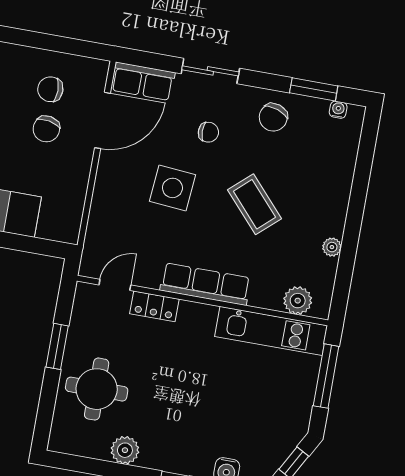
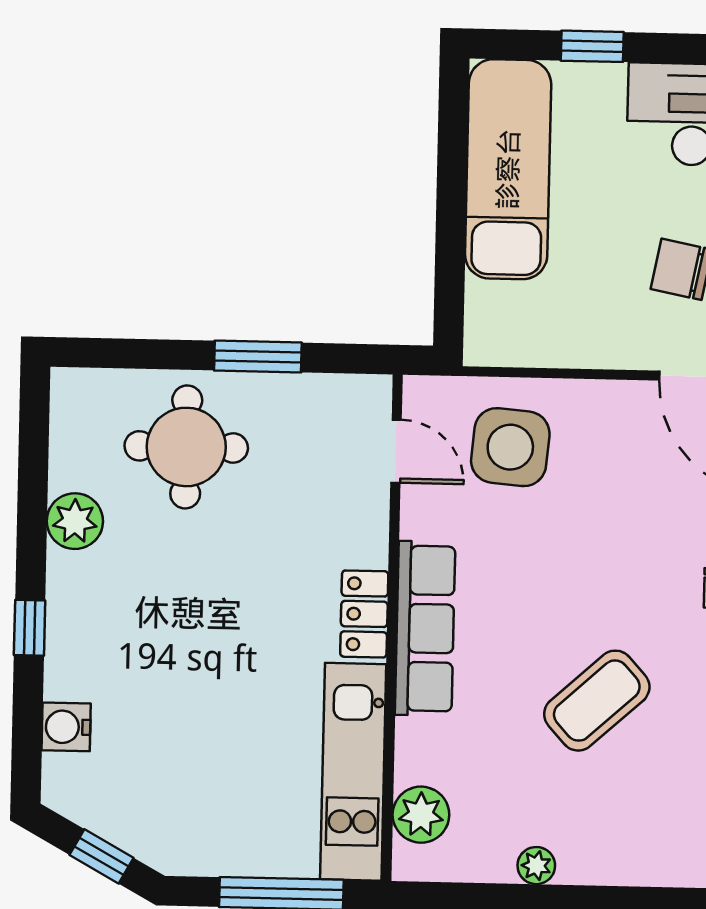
side table: (172, 188) -> (510, 447), moved
locker: (154, 306) -> (364, 614), moved

